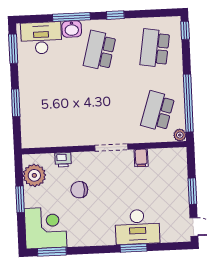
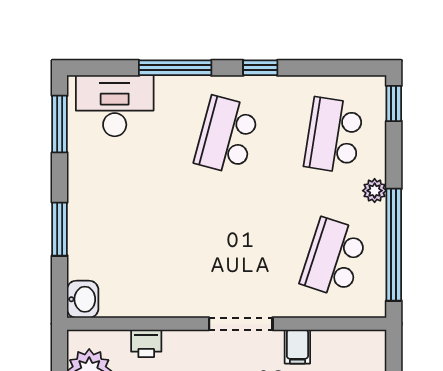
washbasin: (72, 29) -> (83, 299), moved, turned -90
plant: (180, 135) -> (375, 191), moved

